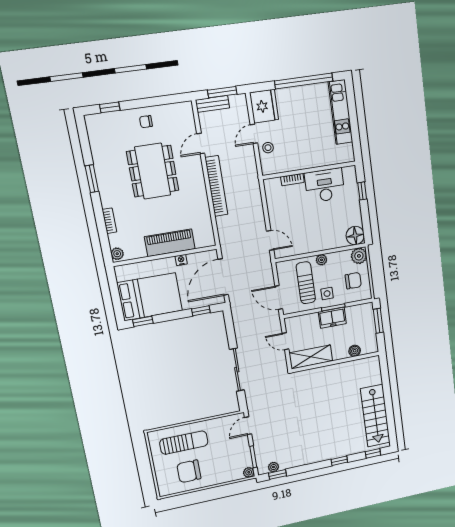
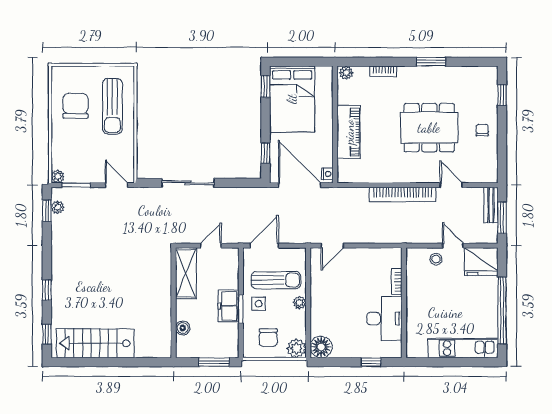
nightstand: (181, 260) -> (327, 174), moved

